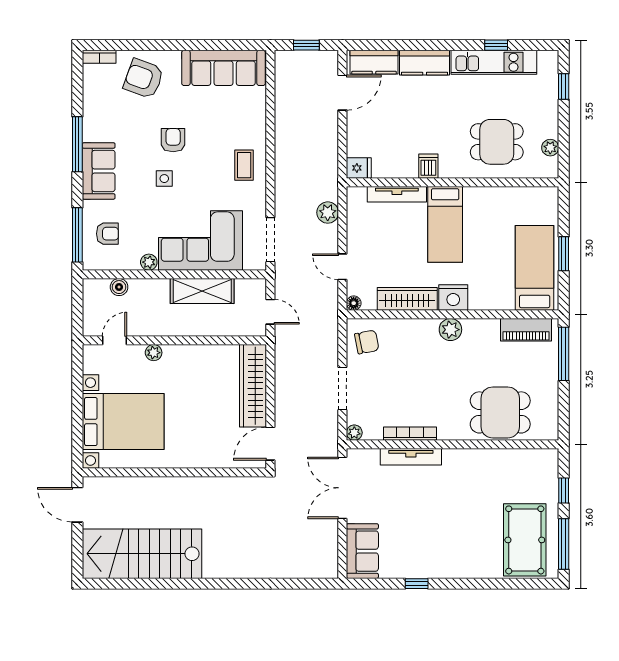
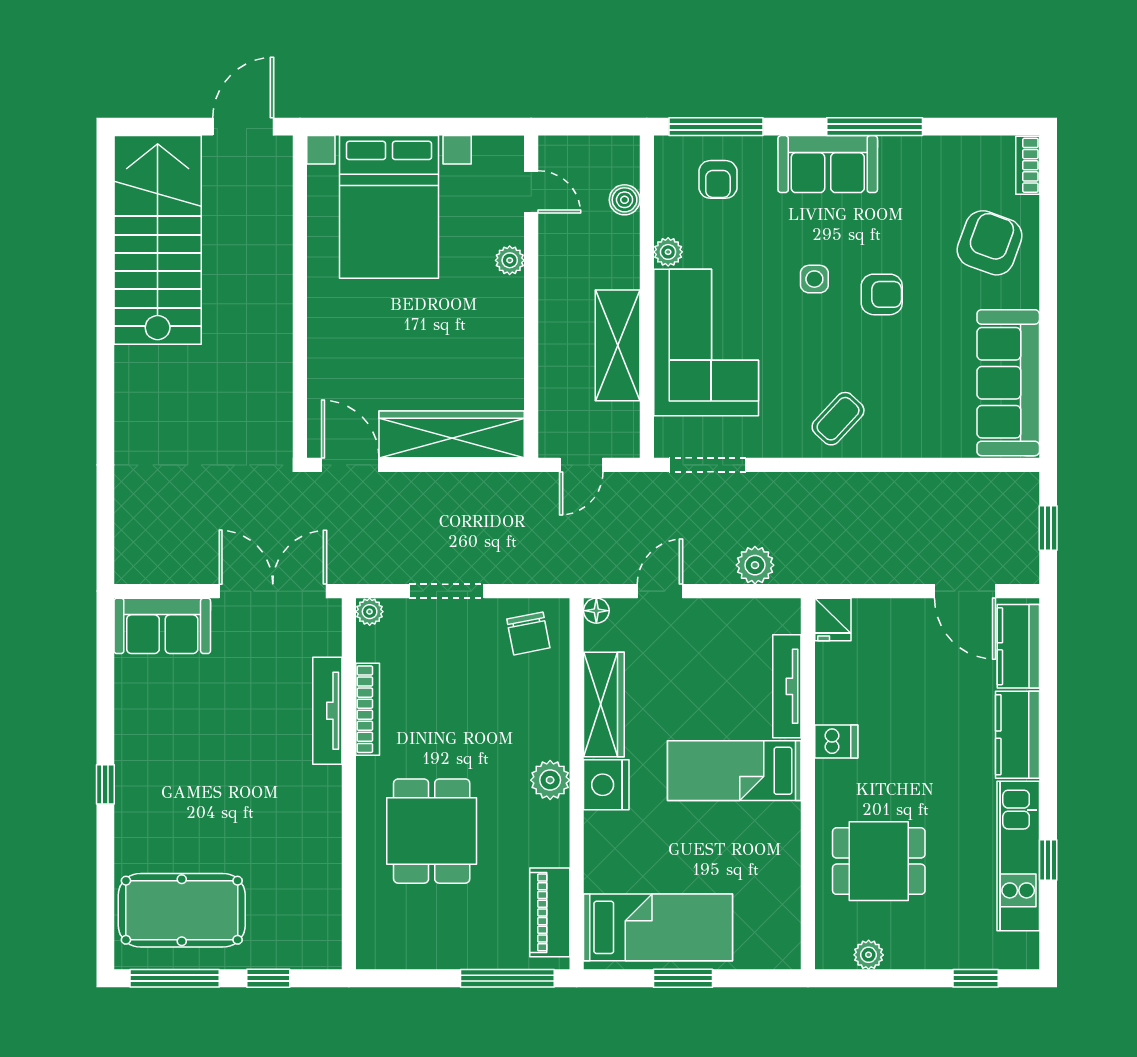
dining table: (497, 142) -> (879, 861), turned 90
coffee table: (244, 165) -> (838, 419), turned -47
dining table: (500, 412) -> (432, 831), moved
window: (417, 584) -> (105, 784), moved

